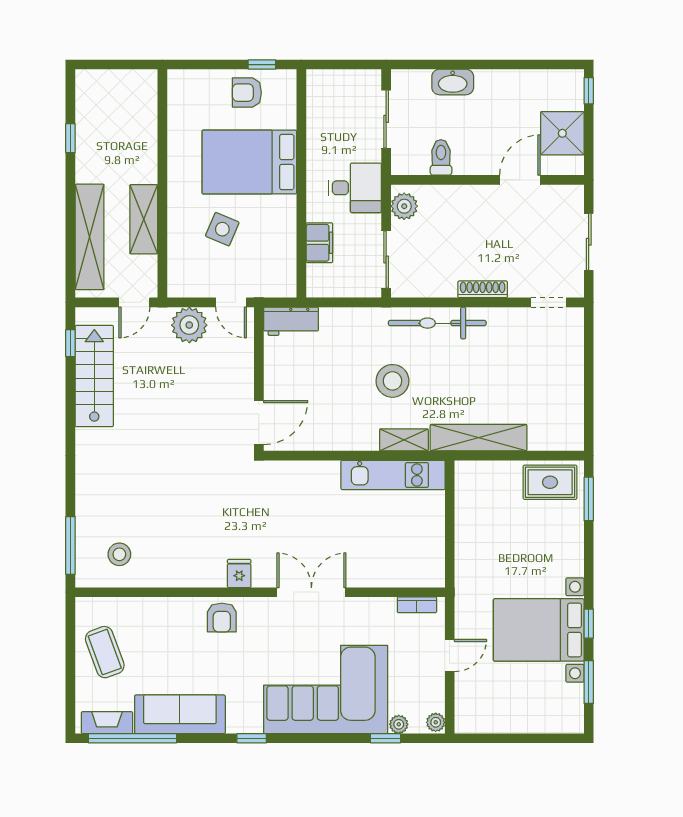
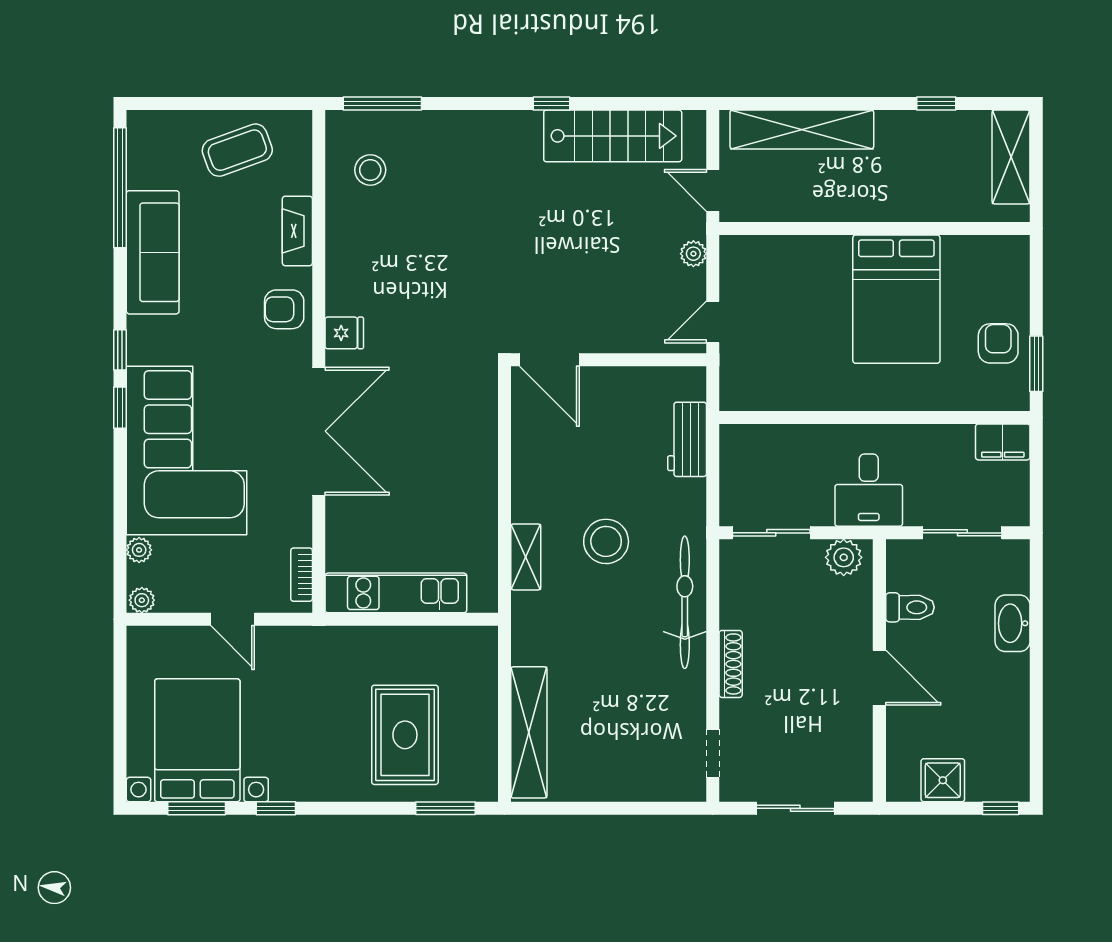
window: (262, 65) -> (1036, 364), width x1.50
shower: (562, 133) -> (943, 780), width x0.73, depth x0.73
bed: (249, 162) -> (896, 299), moved, turned 180
door: (520, 180) -> (879, 678), moved
shelving: (144, 219) -> (1011, 157), moved, turned 90
side table: (222, 229) -> (812, 310), removed
filing cabinet: (319, 243) -> (1003, 442), moved
workbench: (291, 321) -> (687, 439), moved
plant: (189, 325) -> (693, 254), width x0.53, depth x0.53
window: (70, 343) -> (552, 103), moved
shelving: (478, 438) -> (529, 732), moved
kitchen unit: (393, 475) -> (396, 593), moved, turned 90
rug: (550, 482) -> (405, 735), moved, width x1.36, depth x1.43
double door: (311, 592) -> (319, 431), width x1.36
bed with nightstands: (539, 630) -> (197, 740), moved
fireplace: (107, 723) -> (297, 231), moved, turned 180
window: (386, 738) -> (120, 408), moved

